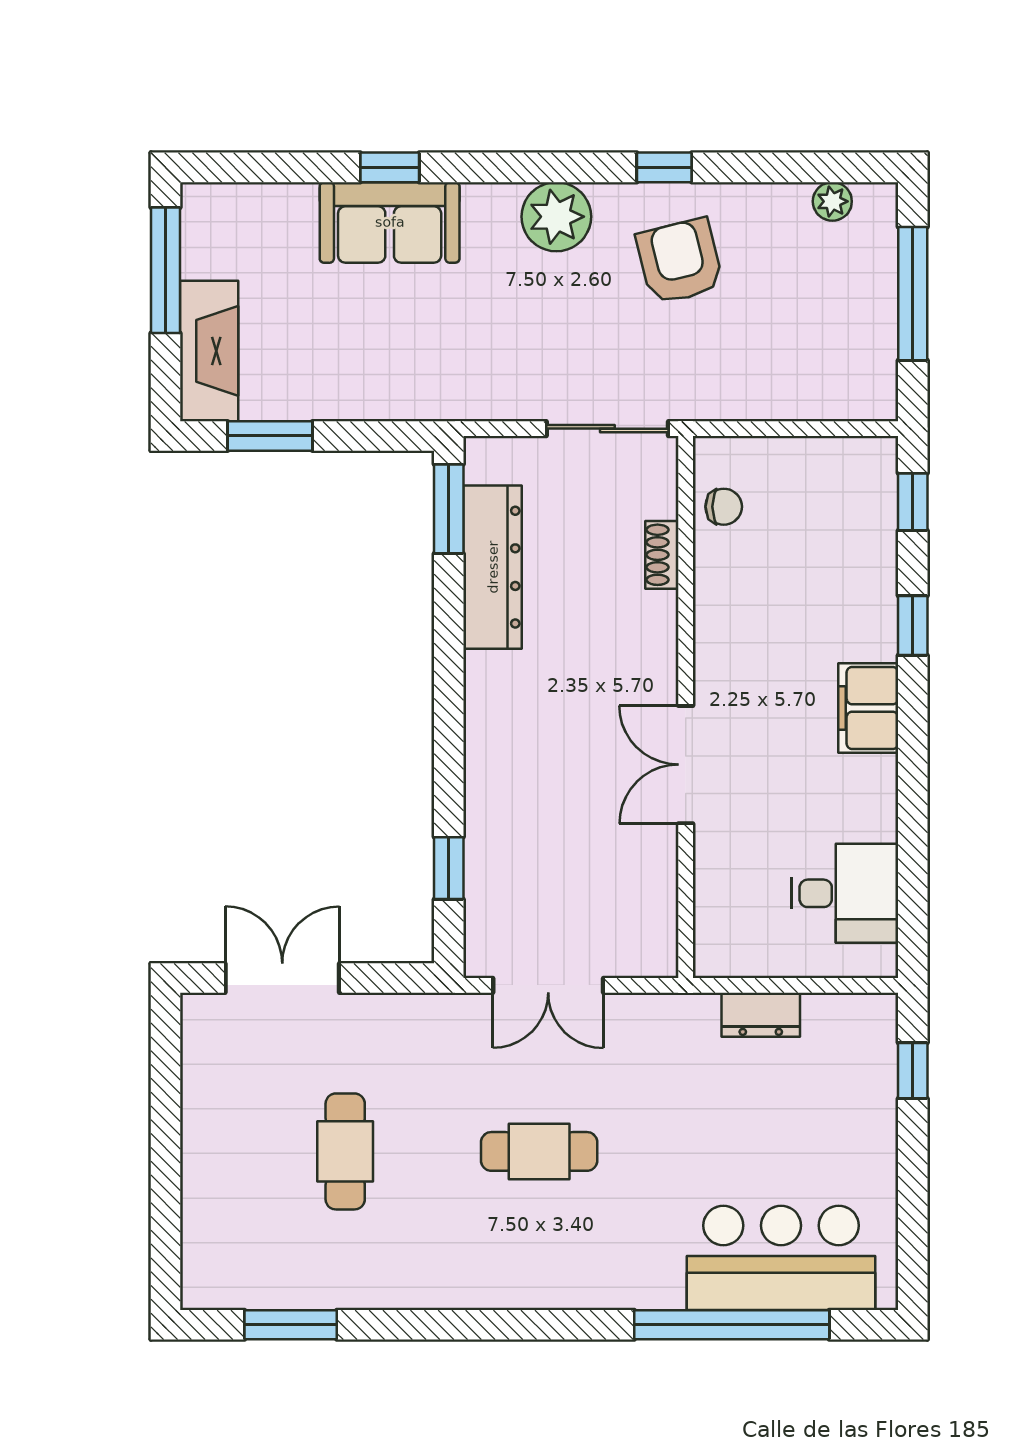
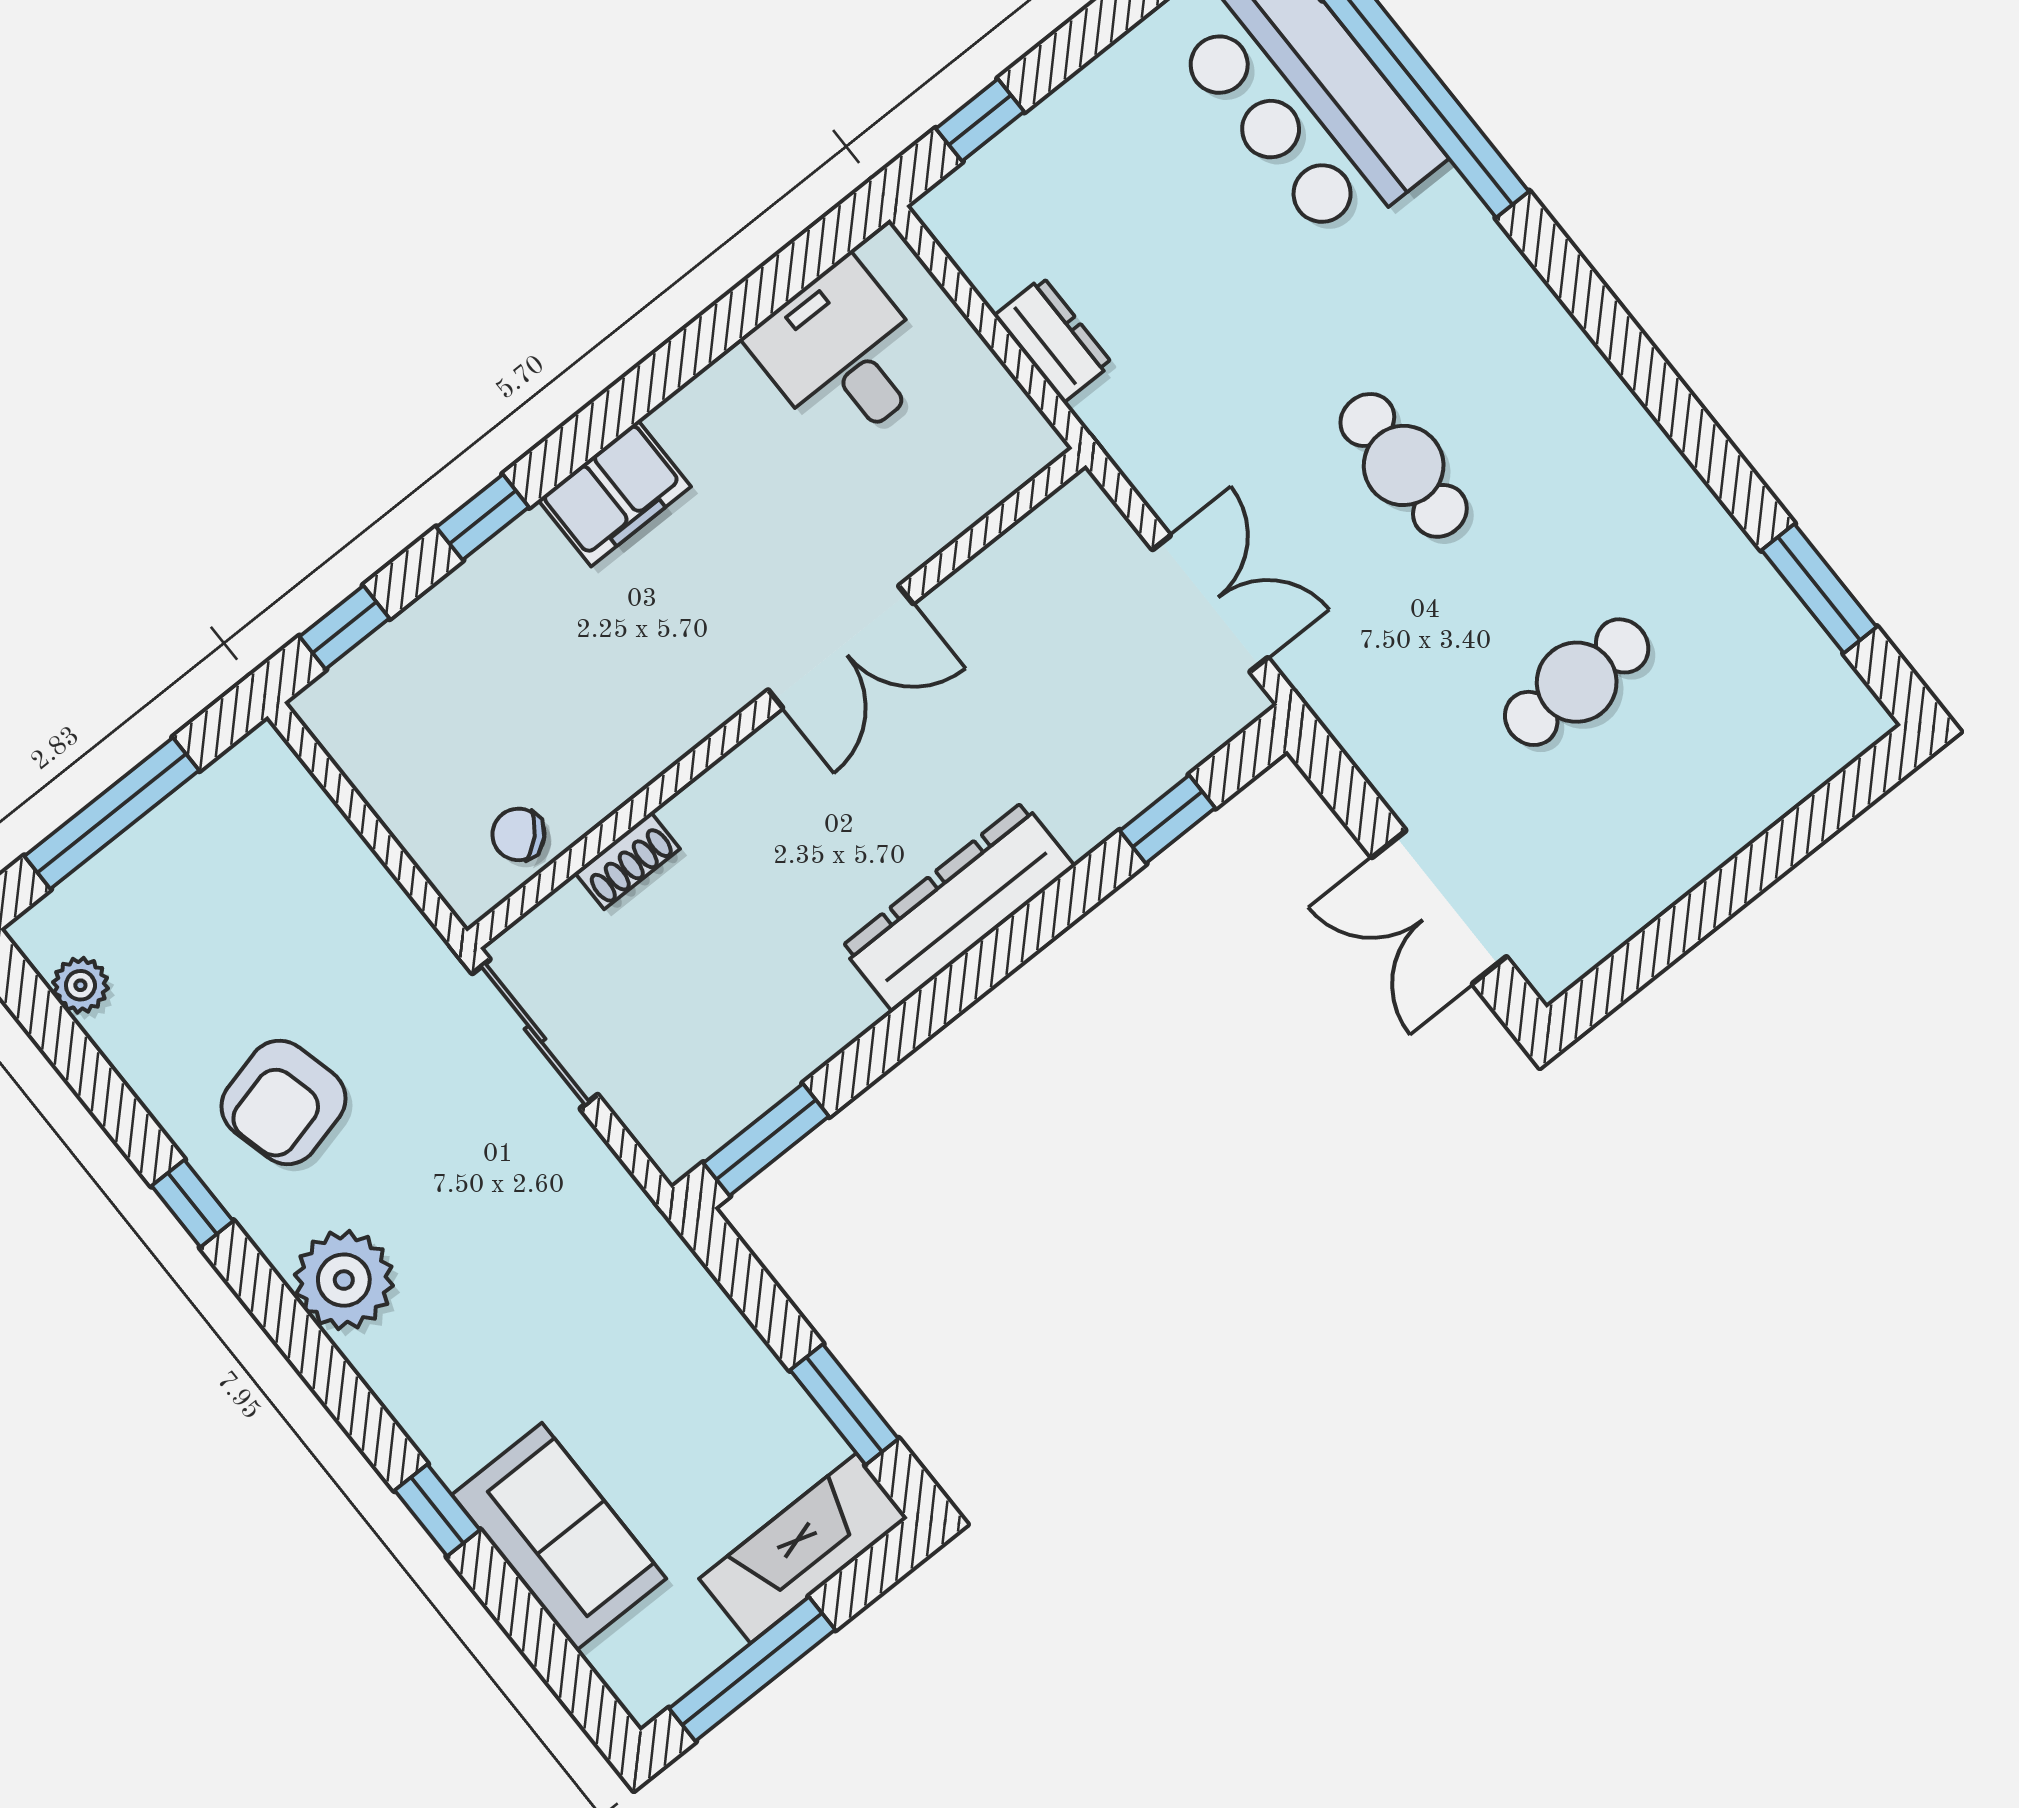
sofa: (390, 222) -> (559, 1537), moved
chair: (724, 507) -> (518, 834), turned -45
dresser: (493, 567) -> (958, 907), moved

